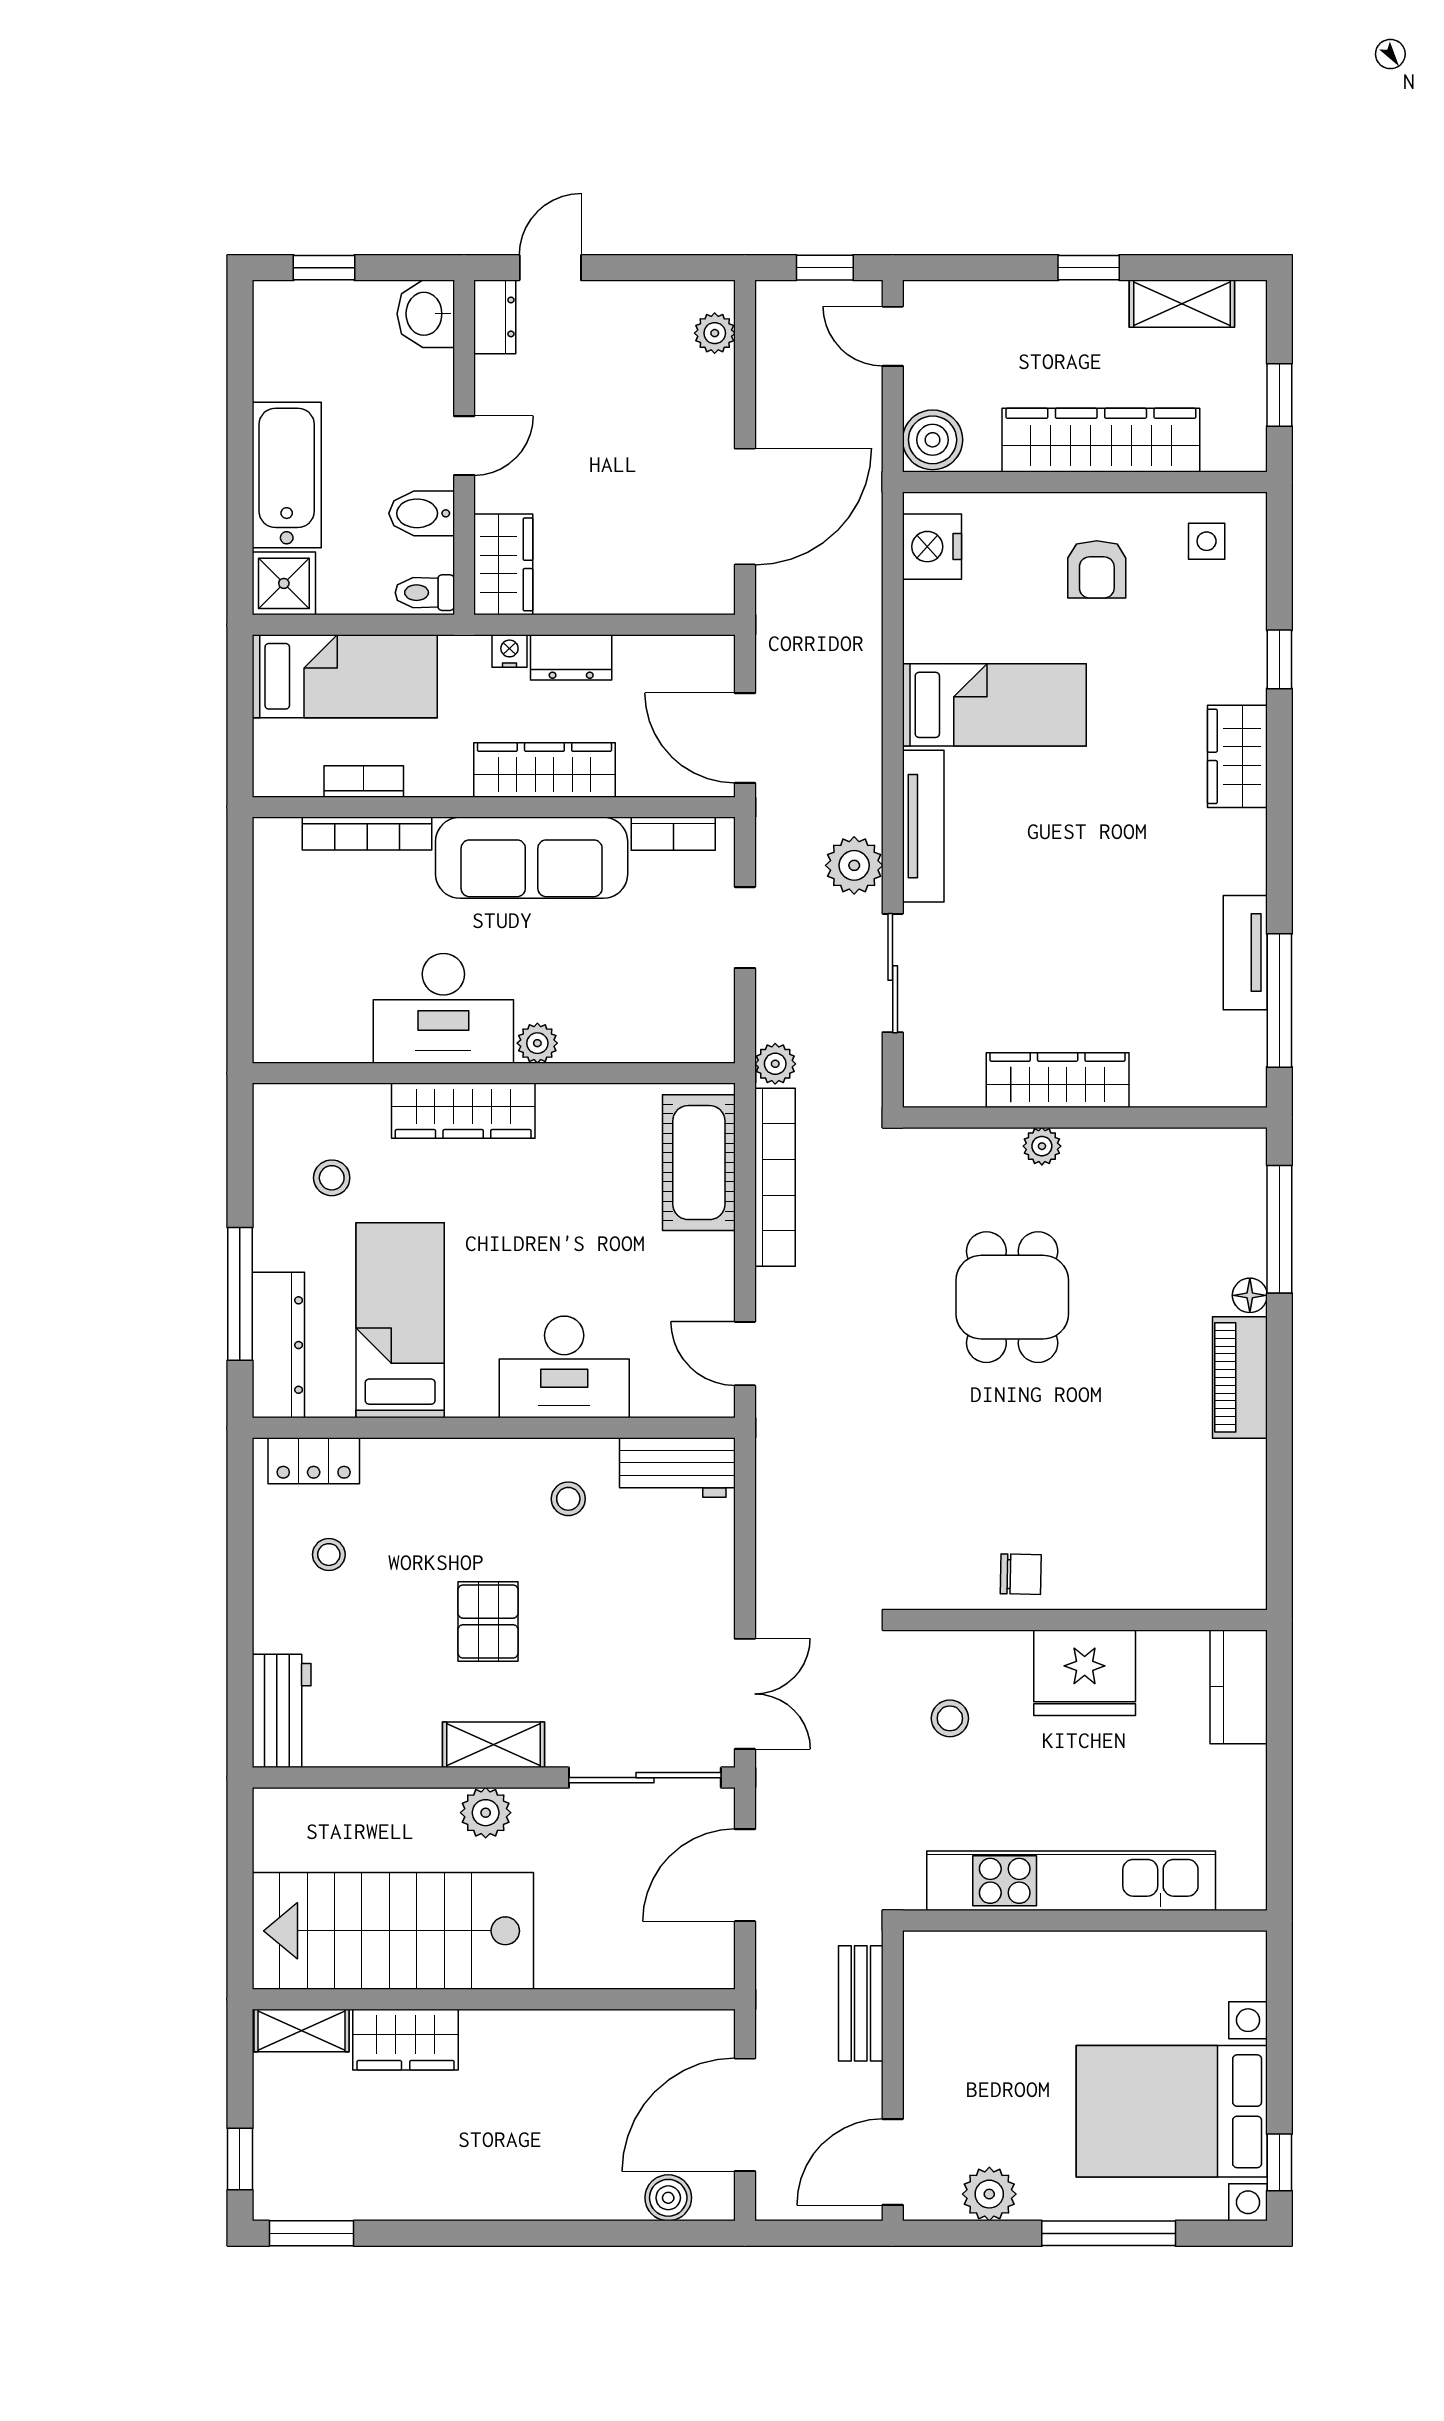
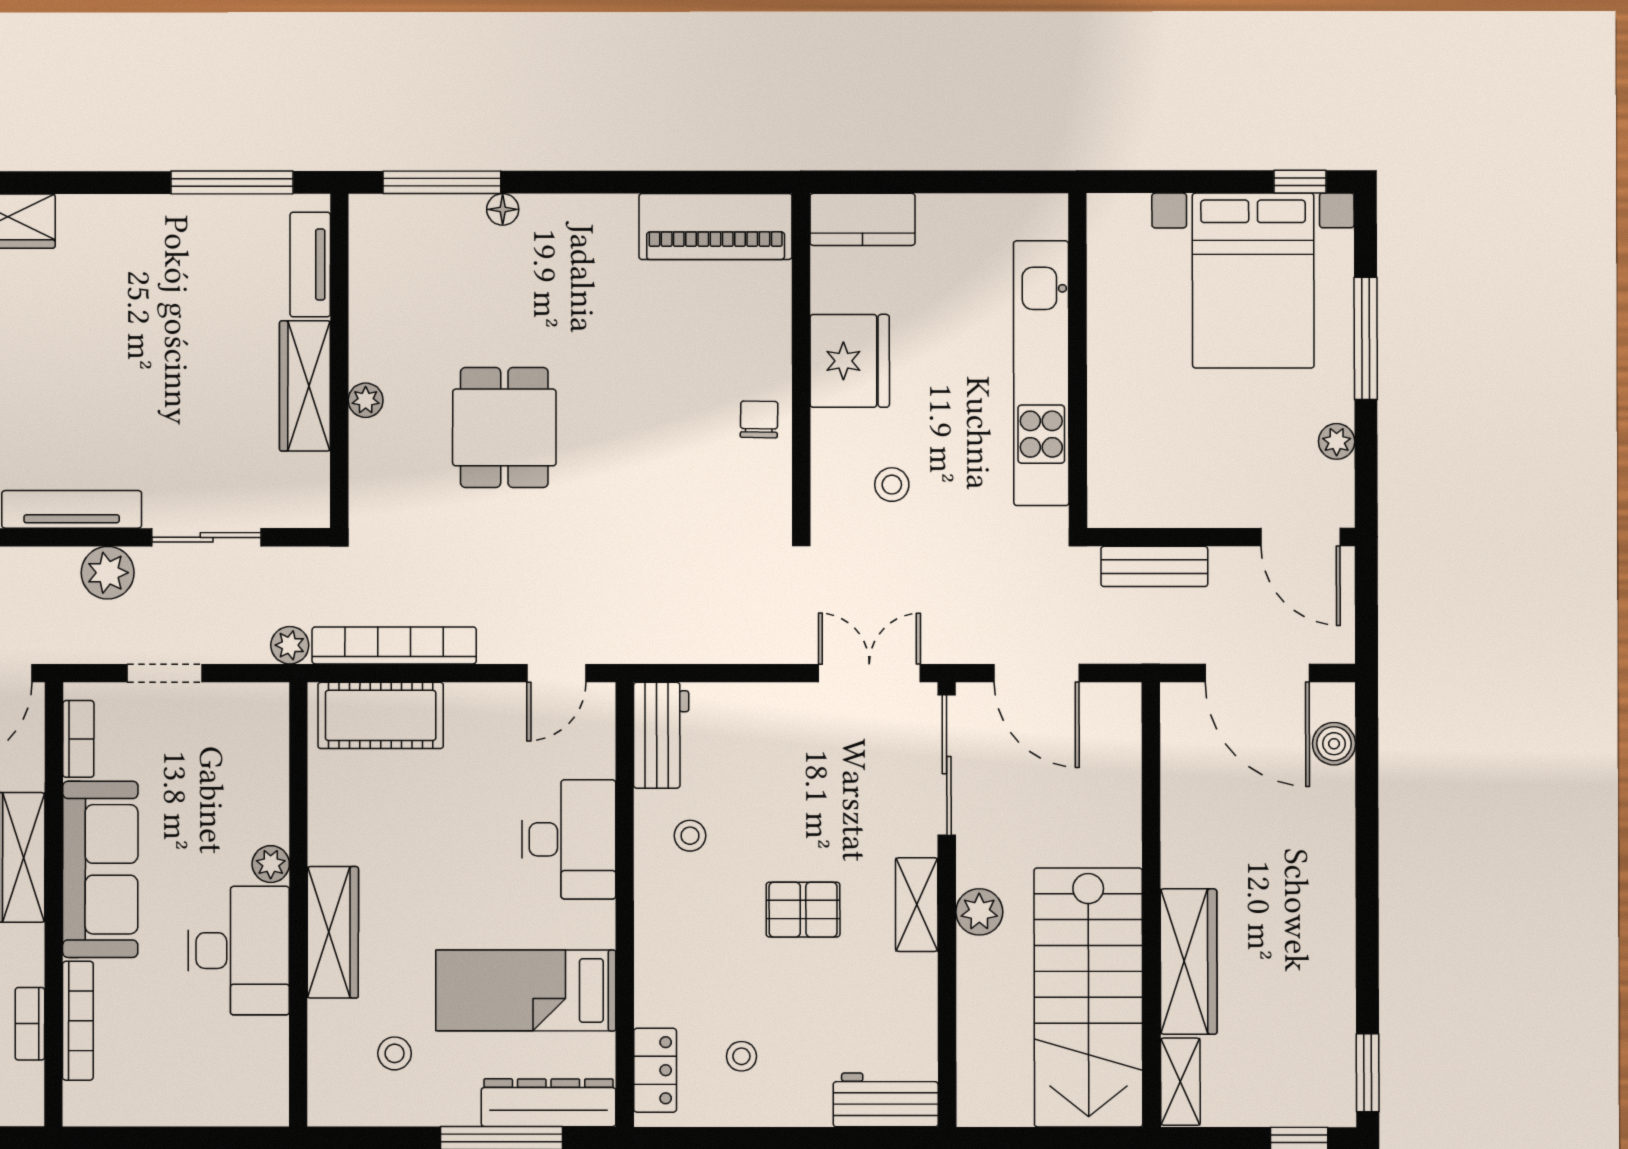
tv unit: (1245, 953) -> (310, 264), moved, turned 90
dining table: (1012, 1297) -> (504, 427), turned 90
piano: (1240, 1377) -> (716, 226), moved, width x1.37, depth x1.33
wardrobe: (406, 2040) -> (1189, 962), width x1.50
plant: (989, 2194) -> (1337, 441), width x0.73, depth x0.73

